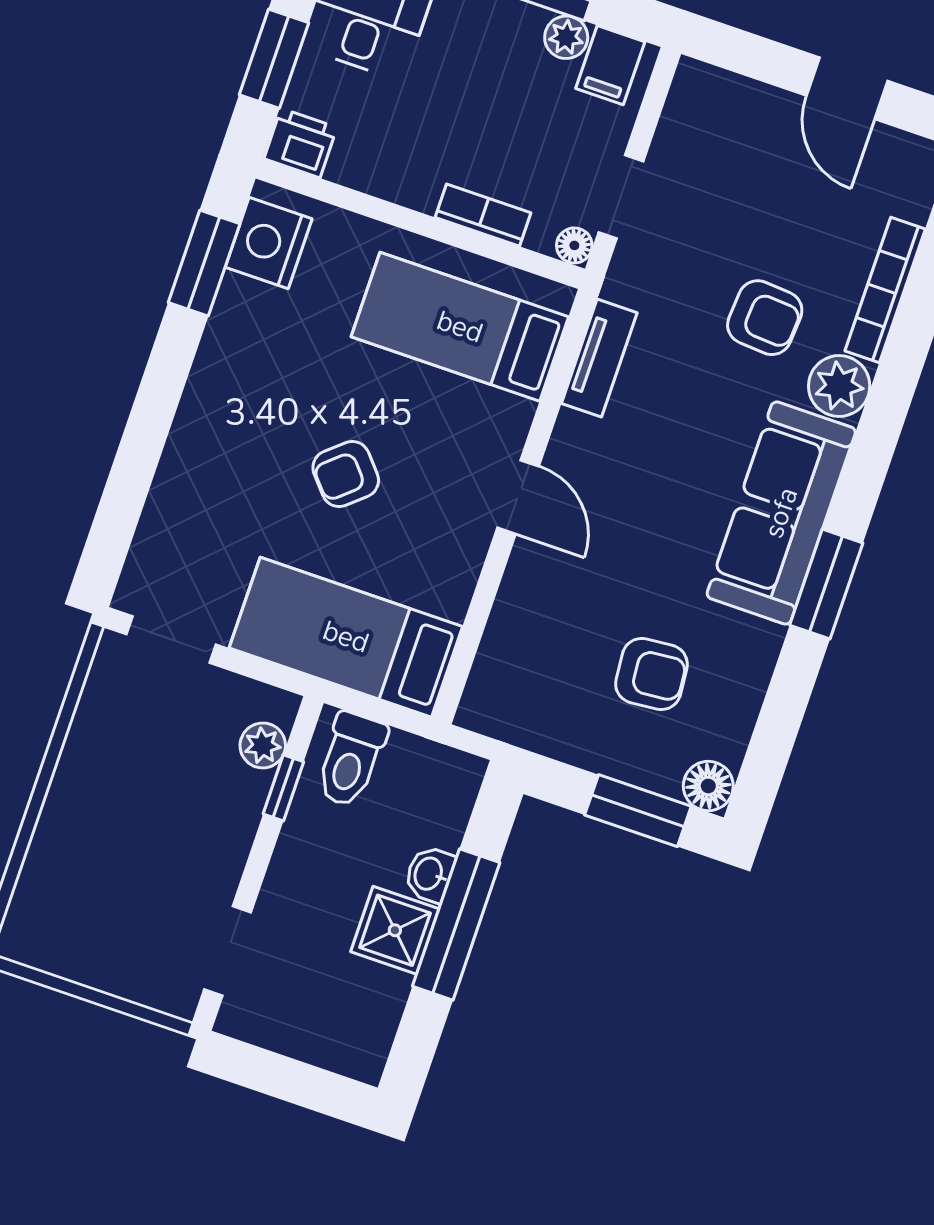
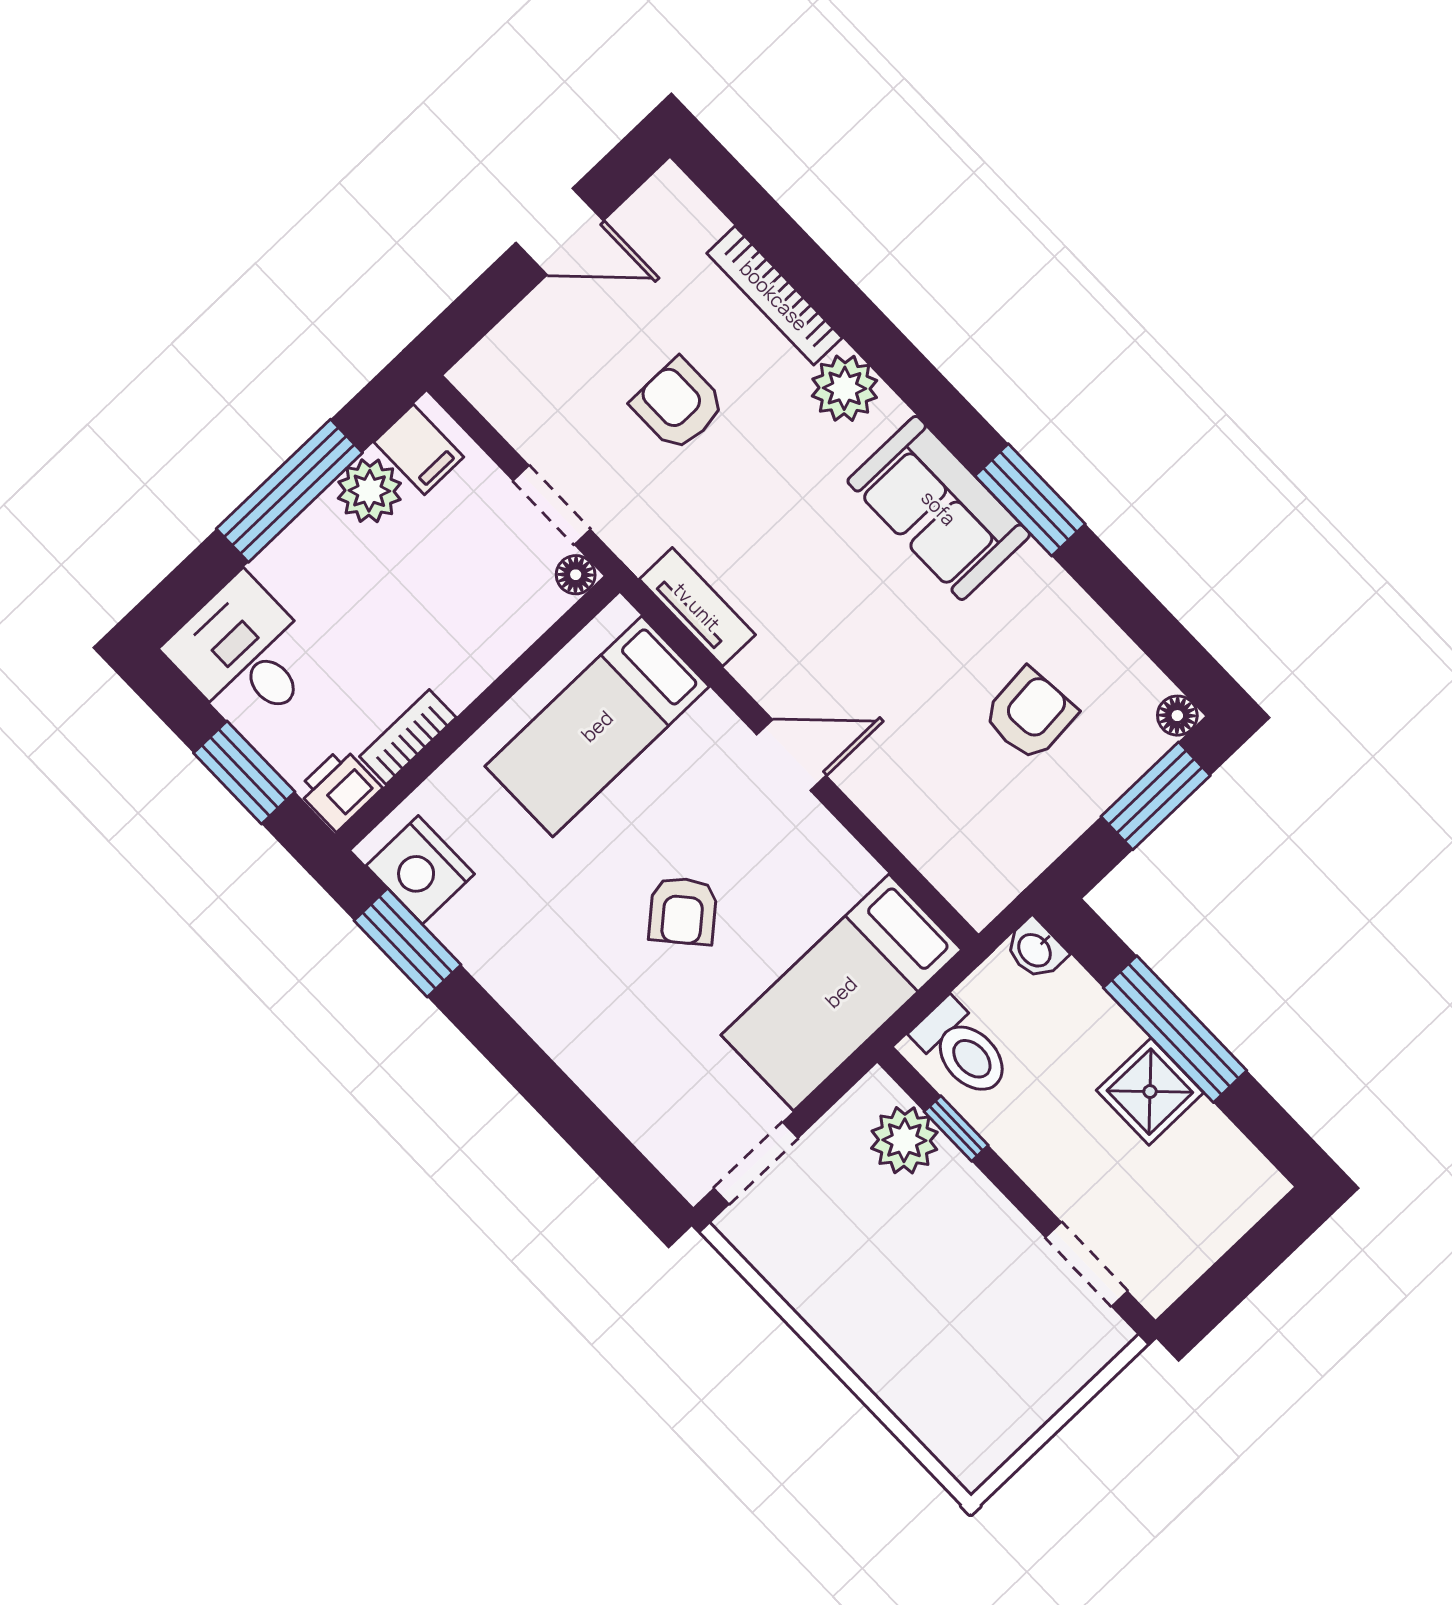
plant: (566, 37) -> (369, 491), width x1.38, depth x1.38
bookcase: (483, 215) -> (408, 737), moved
armchair: (765, 318) -> (678, 405), moved, turned -94
sofa: (781, 513) -> (939, 508), width x0.73
plant: (263, 745) -> (904, 1140), width x1.38, depth x1.38
floor lamp: (708, 786) -> (1177, 716), width x0.73, depth x0.73
washbasin: (429, 874) -> (1035, 949), moved

